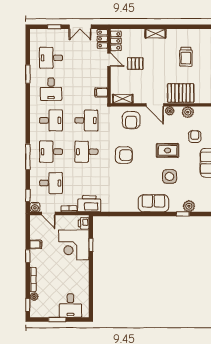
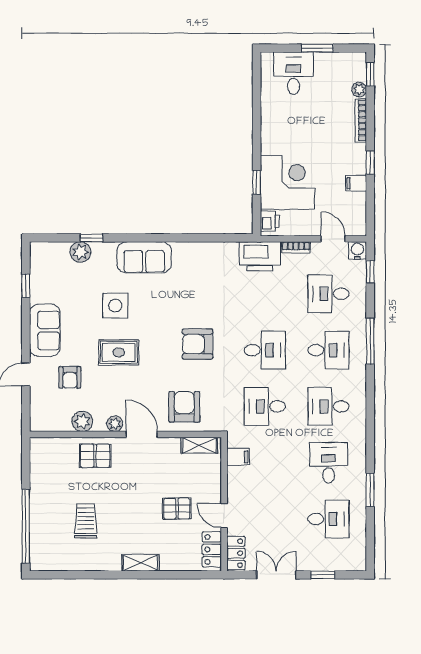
pallet: (181, 93) -> (95, 456), width x0.67, depth x0.71

